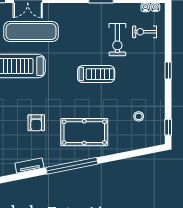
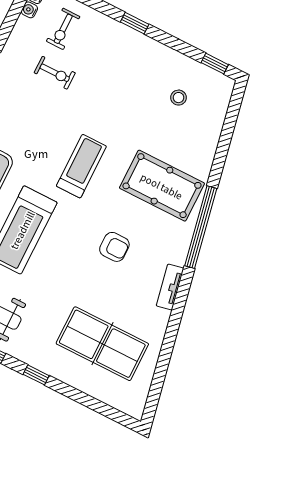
exercise bike: (117, 40) -> (55, 73), width x0.73, depth x0.72
treadmill: (96, 74) -> (81, 166), moved
pool table: (84, 132) -> (162, 186), turned 90

